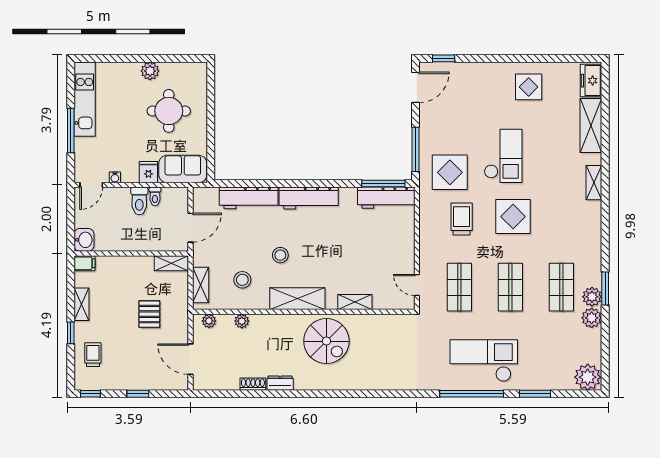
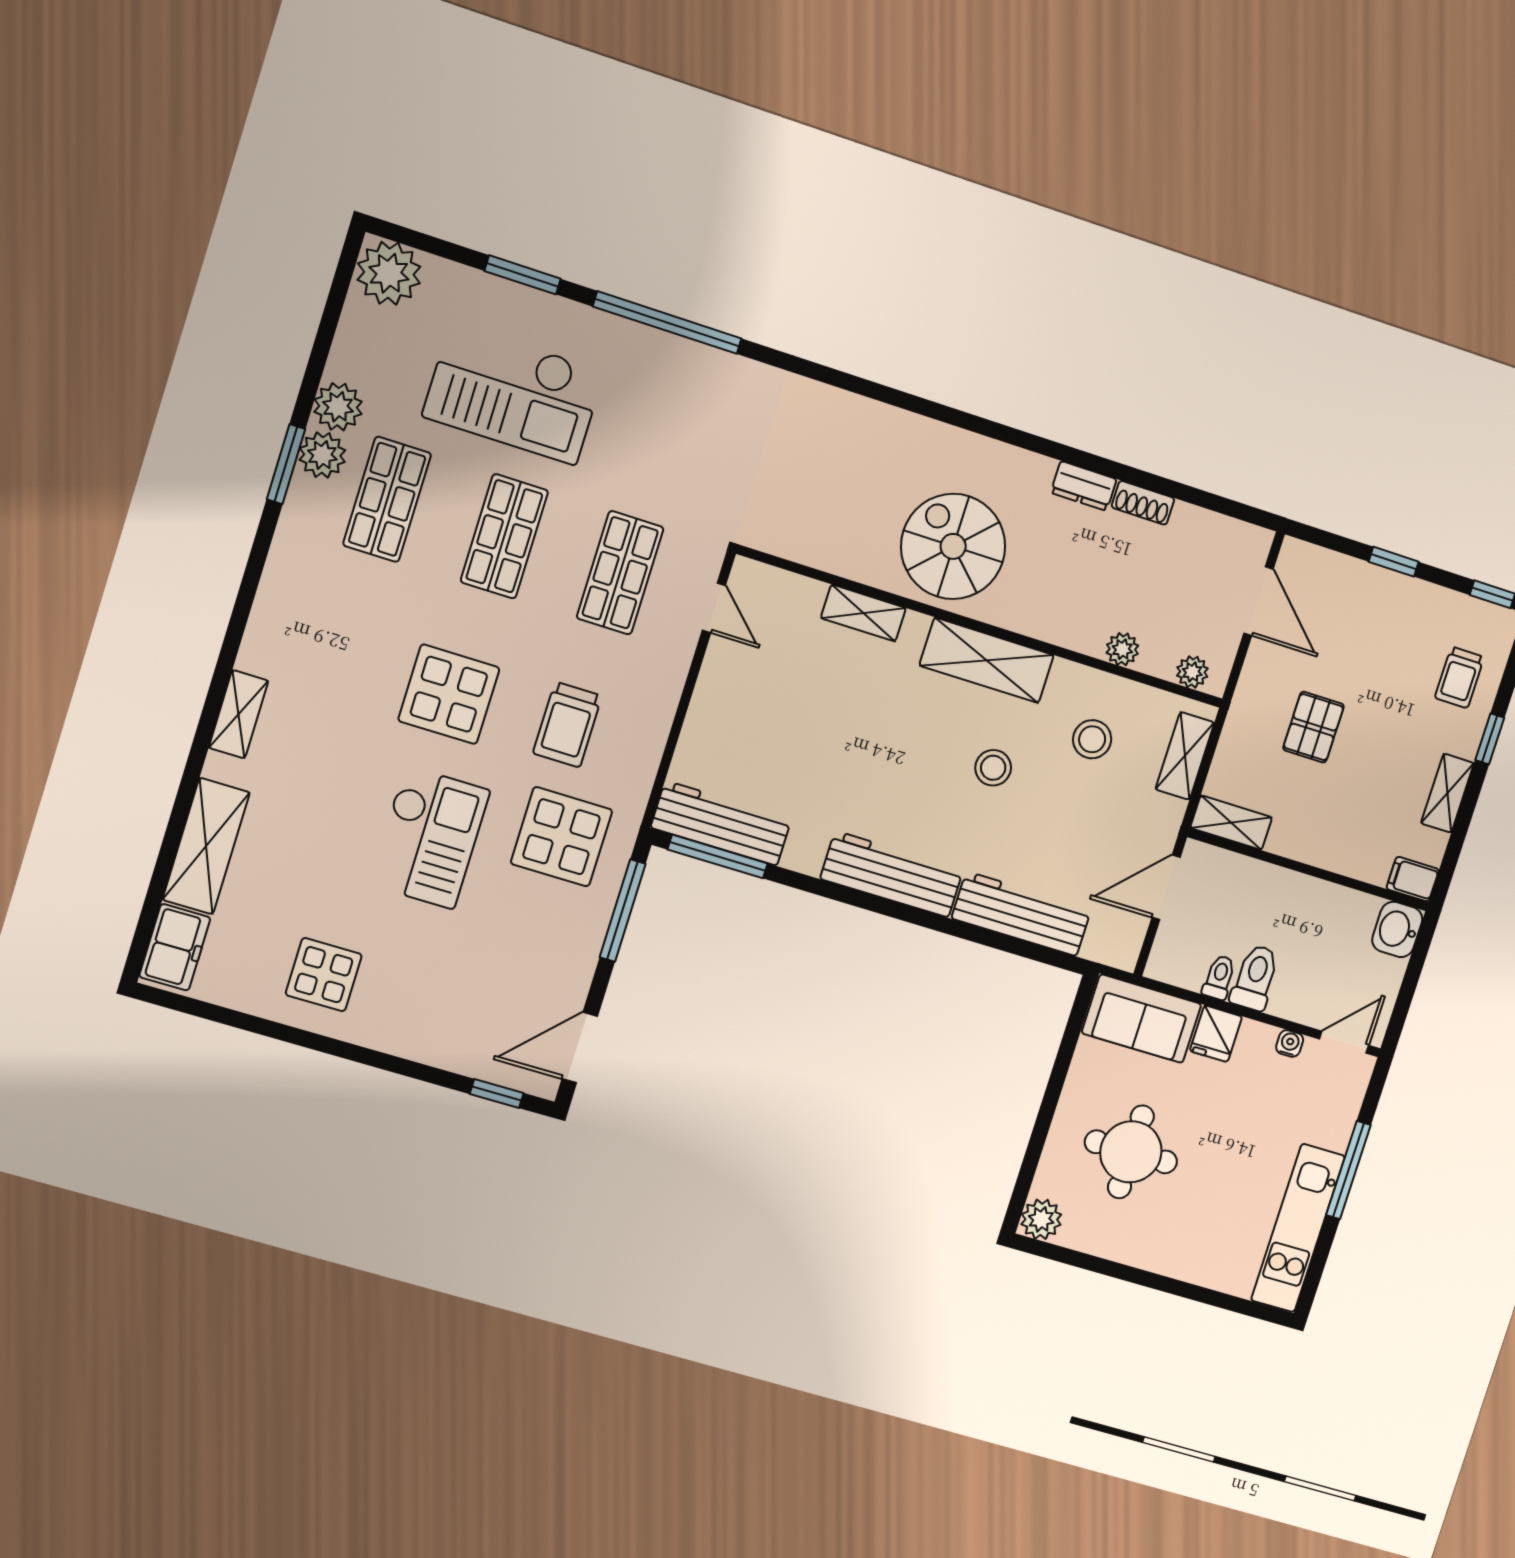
plant: (150, 71) -> (1041, 1219), moved
checkout: (503, 156) -> (429, 837), turned 180
checkout: (484, 361) -> (513, 394), moved

